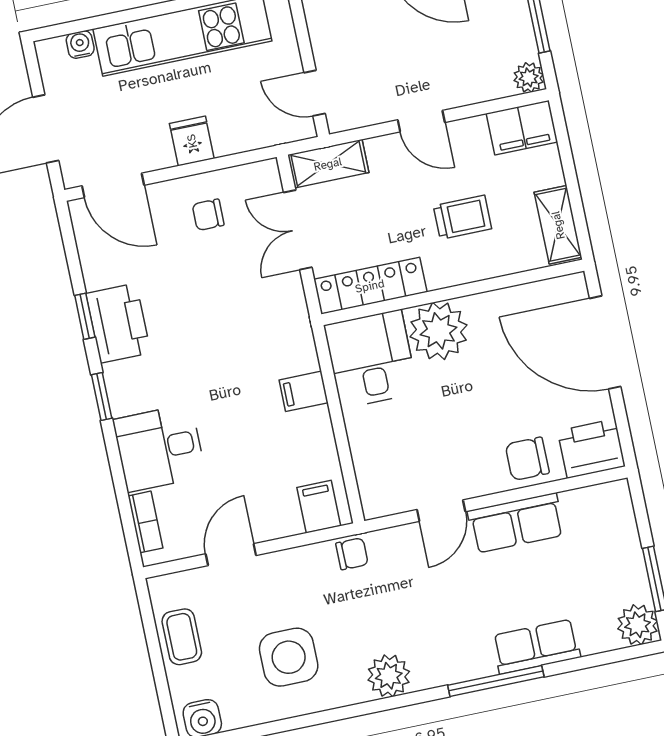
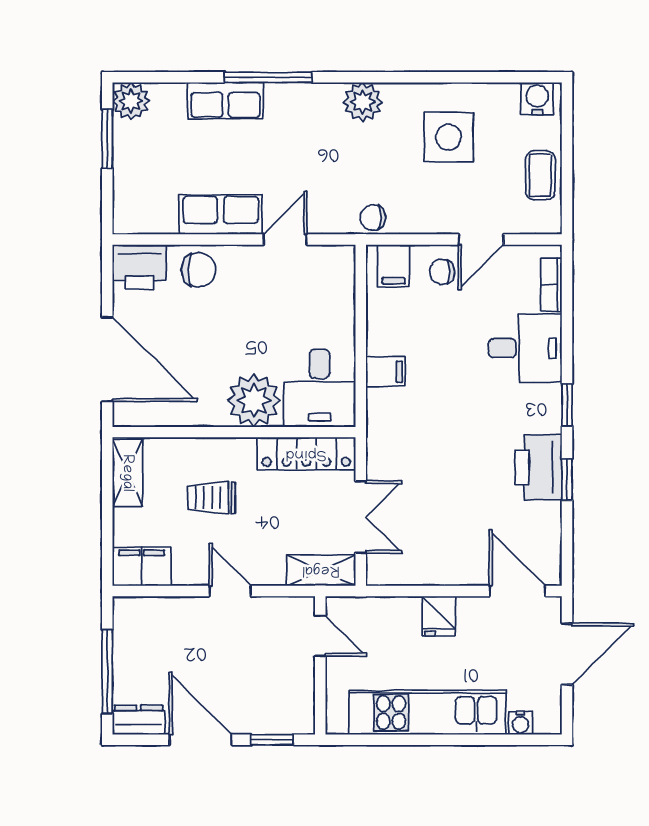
plant: (529, 77) -> (126, 610), removed
chair: (208, 215) -> (442, 272), moved, turned 180

